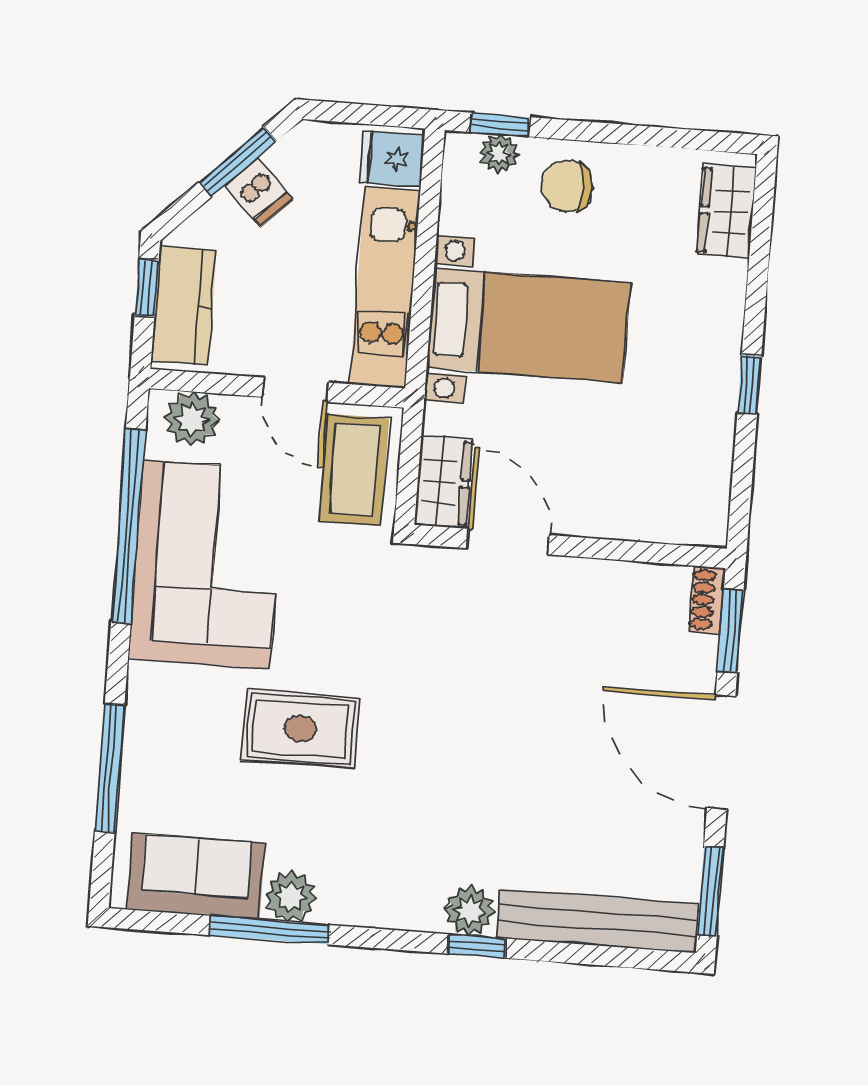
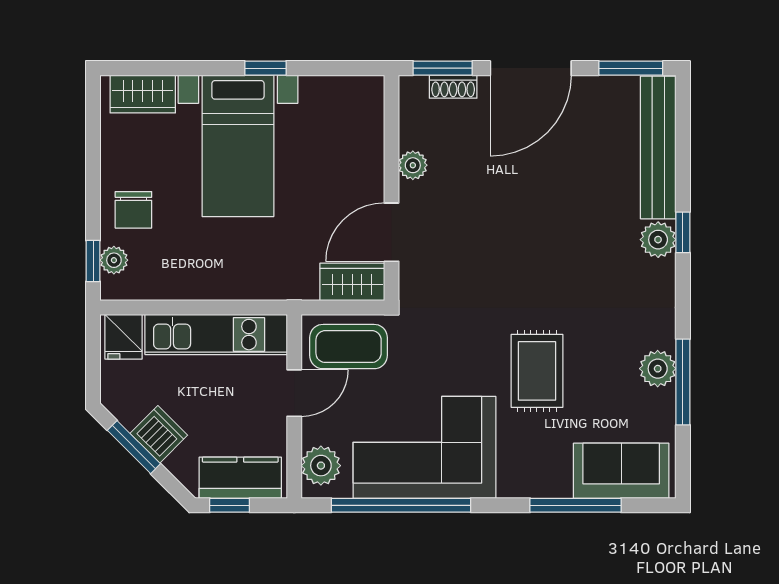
dishwasher: (259, 192) -> (159, 434), width x1.38
bed with nightstands: (528, 325) -> (238, 146), moved, turned 180
plant: (599, 578) -> (413, 165), added
shoe rack: (707, 600) -> (453, 87), moved
sofa: (196, 876) -> (621, 471), moved, turned 90

